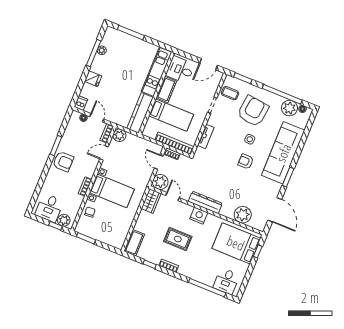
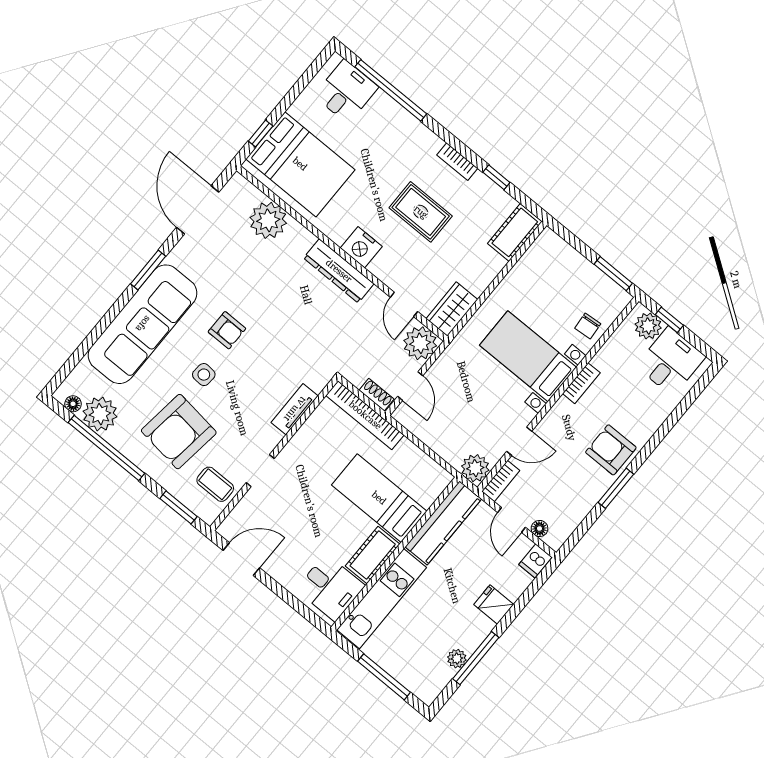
desk: (180, 70) -> (330, 588), moved
kitchen unit: (156, 72) -> (382, 599), moved
cot: (166, 89) -> (373, 555), moved
wall: (157, 93) -> (395, 554), moved
kitchen counter: (140, 113) -> (443, 523), moved
bed: (171, 115) -> (379, 498), moved

